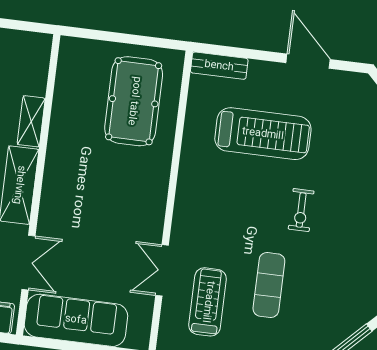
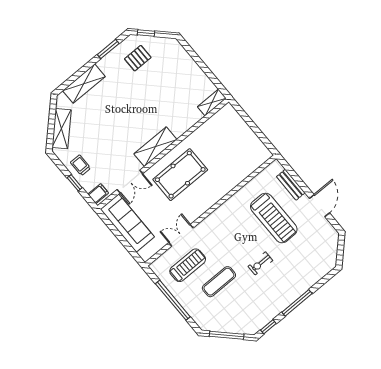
bench: (219, 66) -> (291, 185), moved
pool table: (134, 101) -> (180, 175), moved
shelving: (31, 121) -> (212, 102), moved

